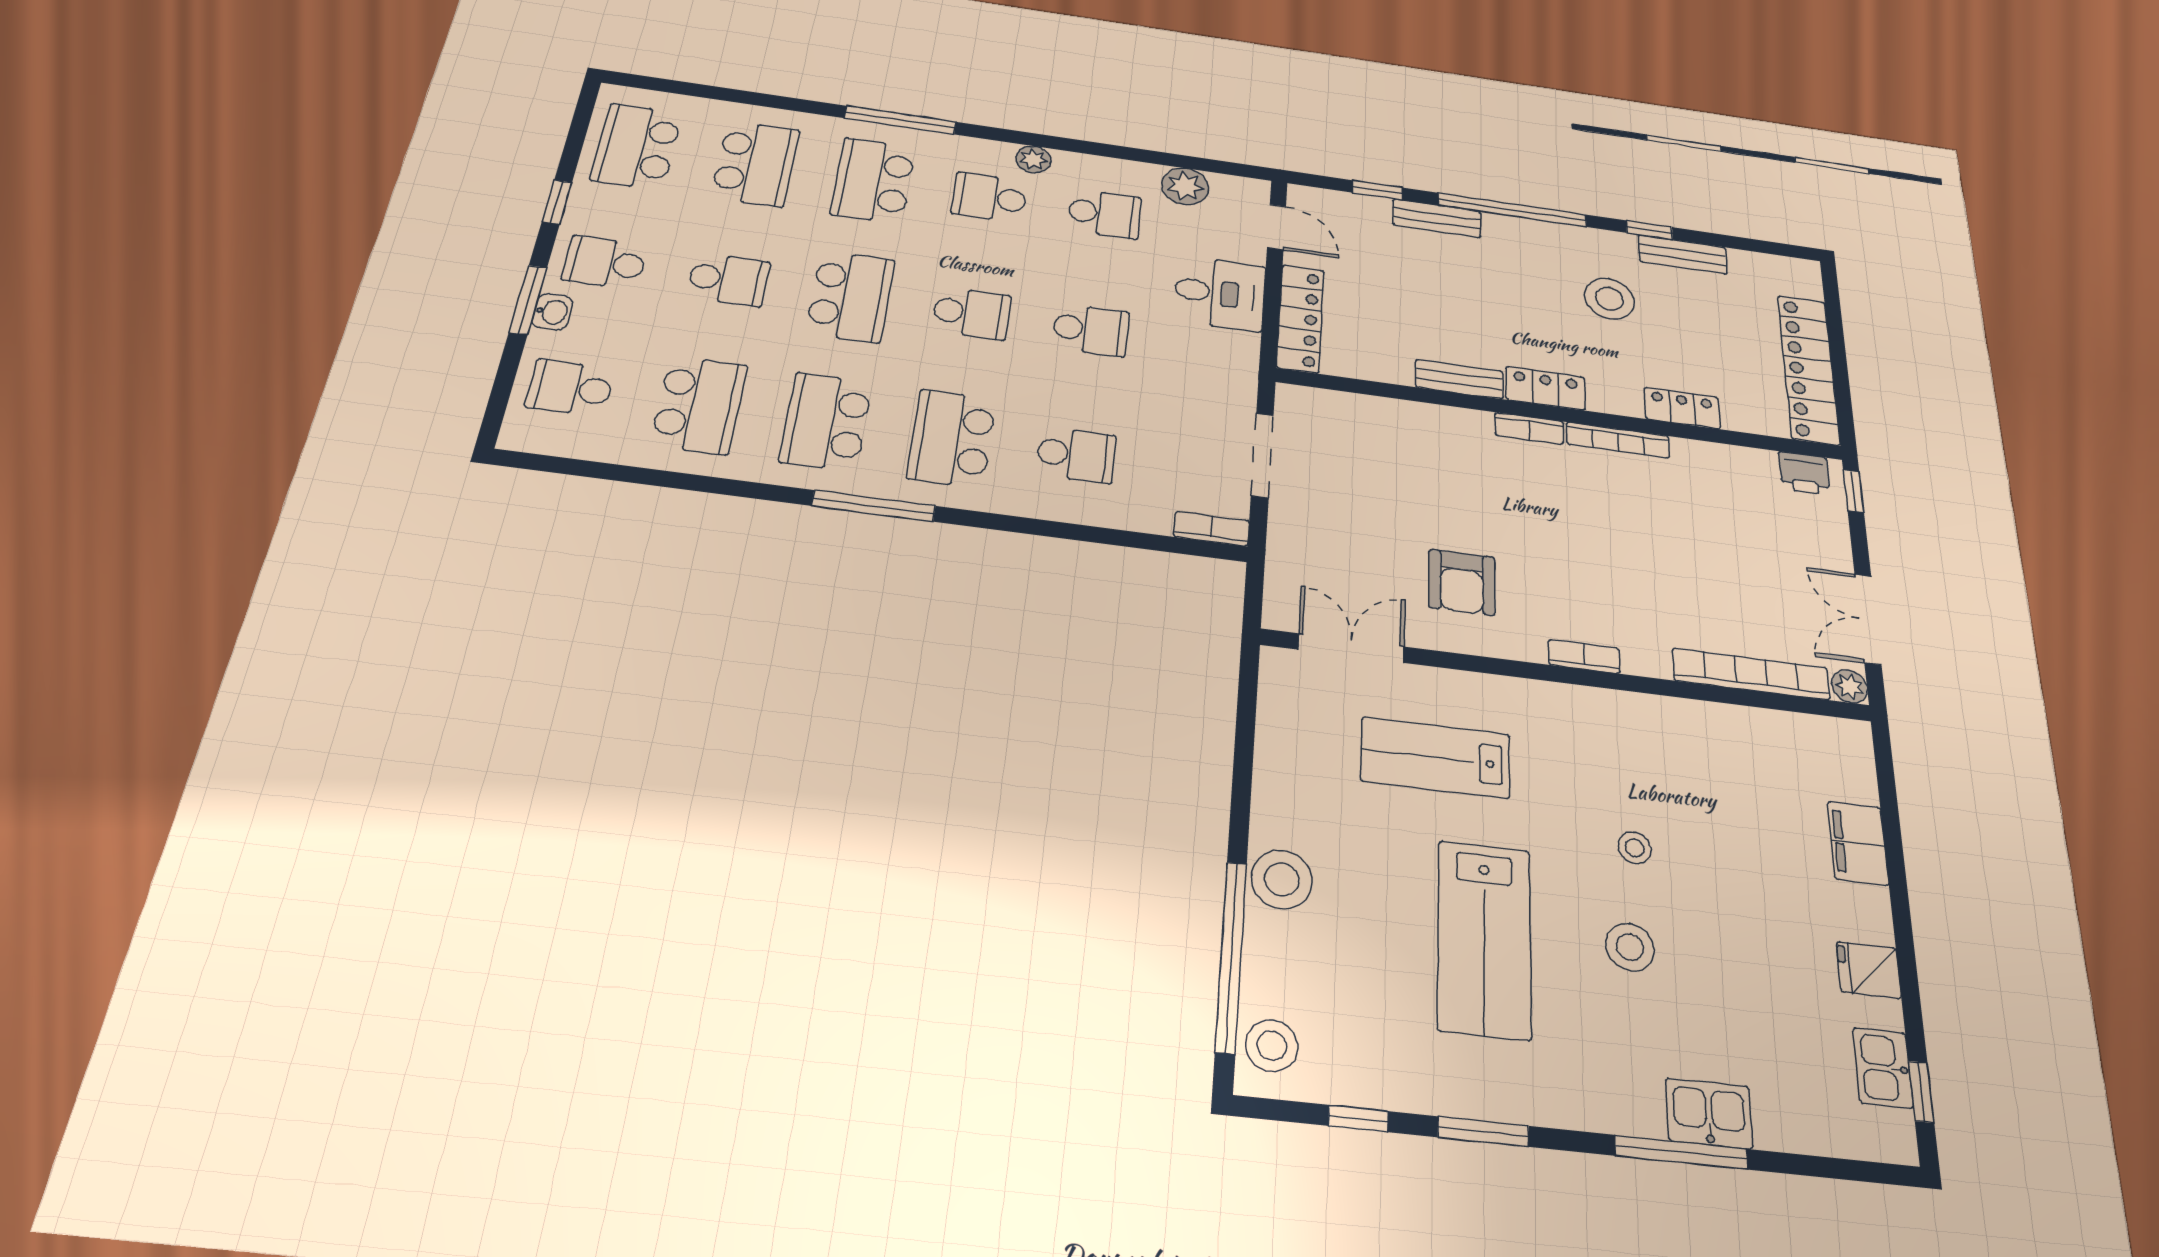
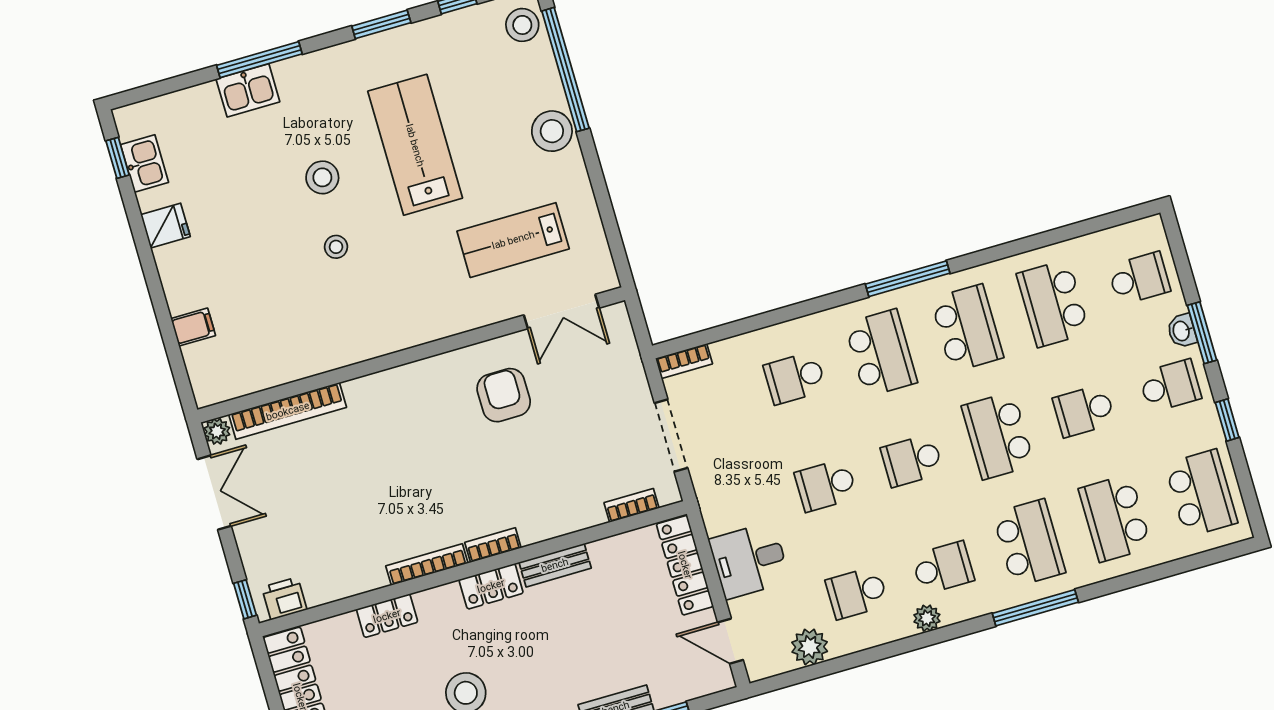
bookcase: (1584, 656) -> (632, 505), moved, turned 180
lab bench: (1436, 757) -> (513, 240), moved, turned 180
filing cabinet: (1858, 843) -> (193, 327), width x0.50

